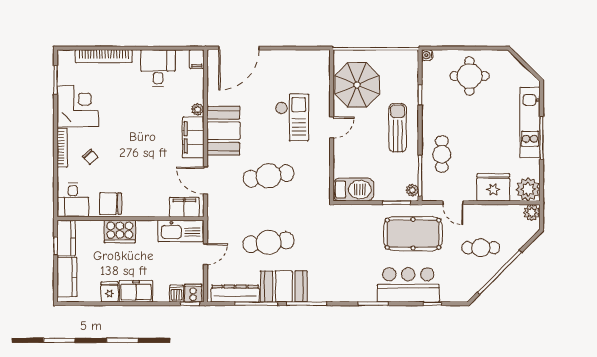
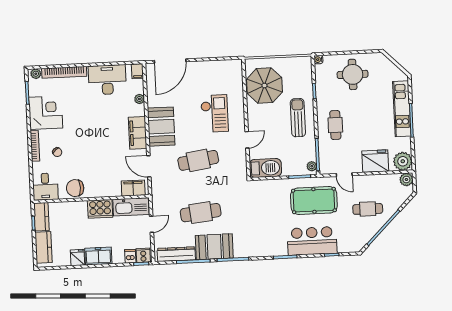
plant: (68, 56) -> (36, 74), added
desk: (158, 68) -> (107, 80), width x1.37
plant: (198, 109) -> (139, 99), moved
door: (332, 127) -> (247, 140), moved
cafe table: (442, 154) -> (335, 125), moved
cooker: (120, 232) -> (100, 209), moved

